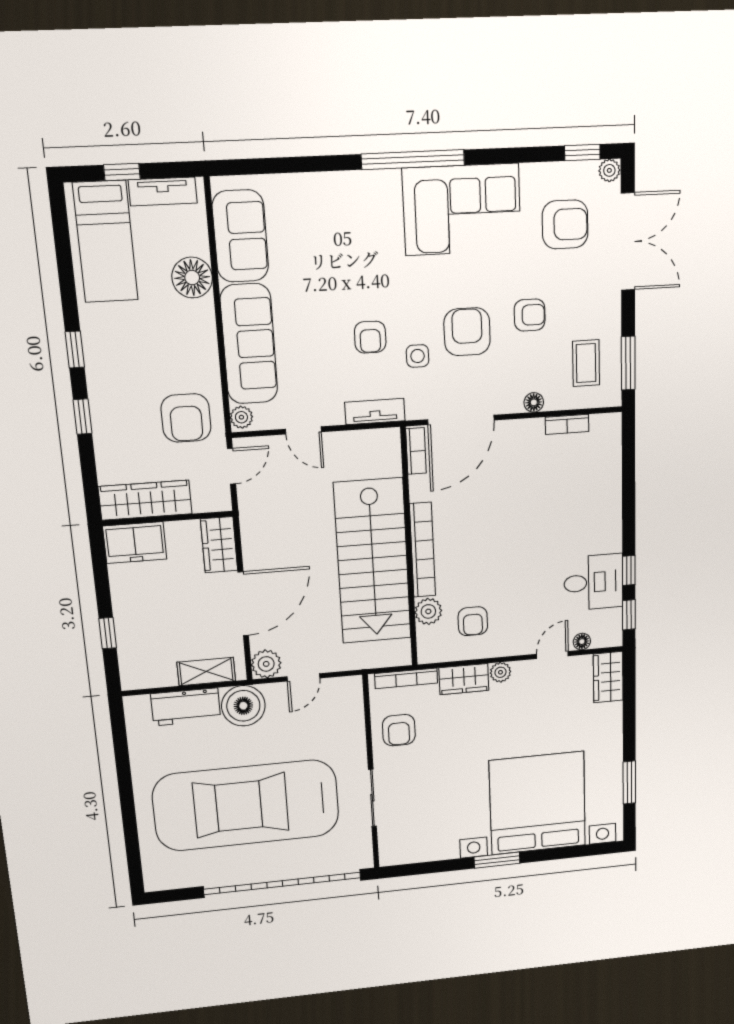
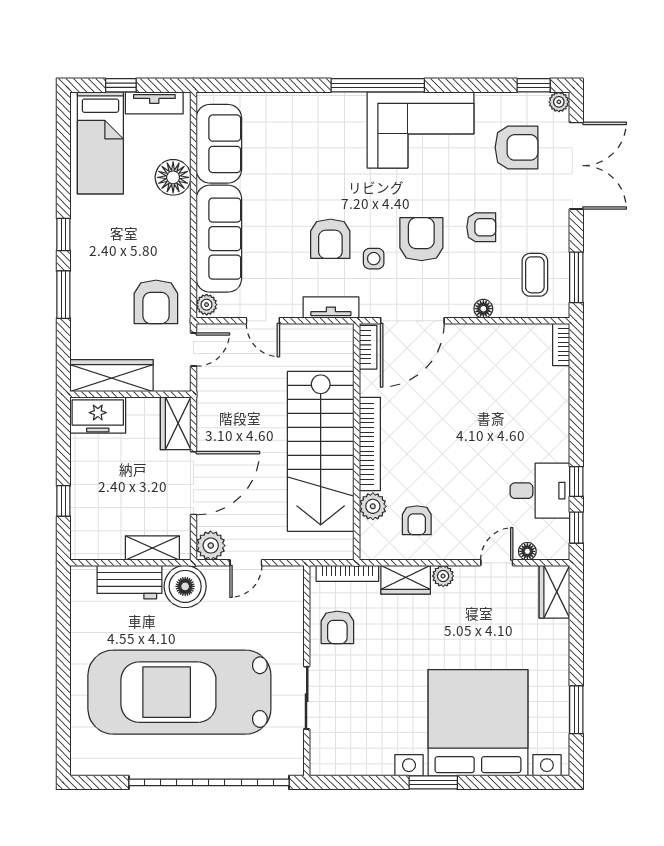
armchair: (370, 337) -> (330, 239), width x1.38, depth x1.38
window: (83, 417) -> (63, 295), width x1.50
bookcase: (567, 424) -> (561, 345), moved, turned 90

